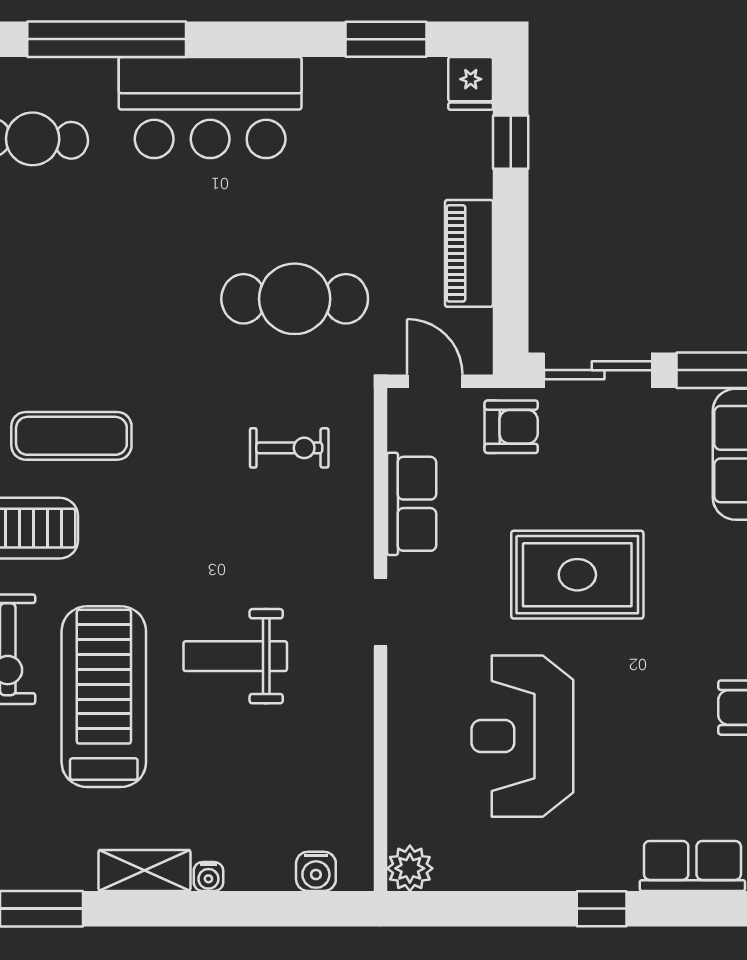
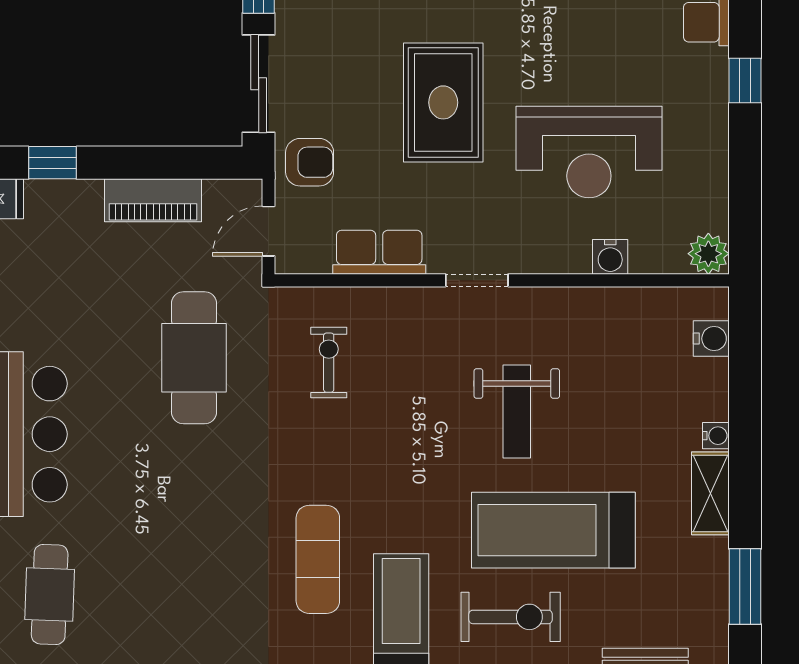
armchair: (511, 427) -> (310, 162), turned 90
water cooler: (406, 760) -> (610, 257), added

